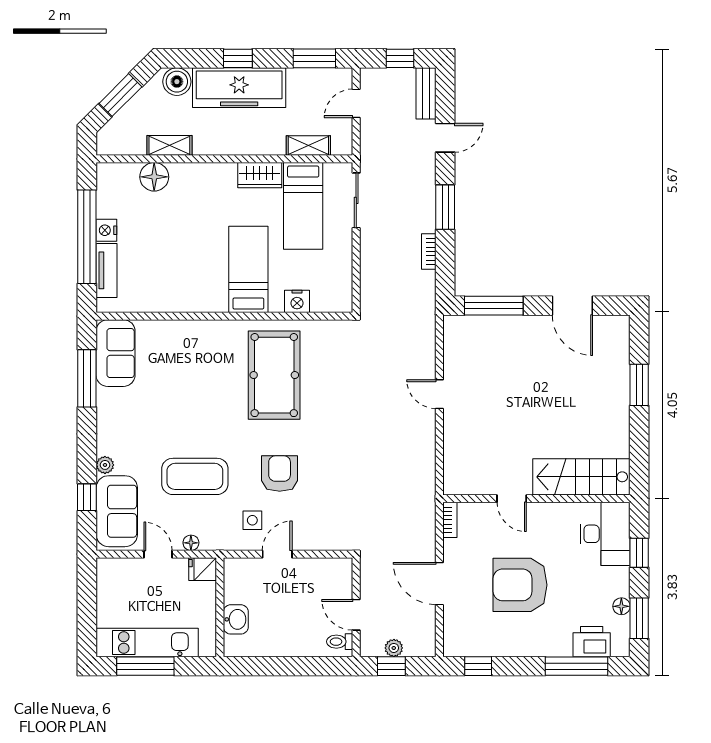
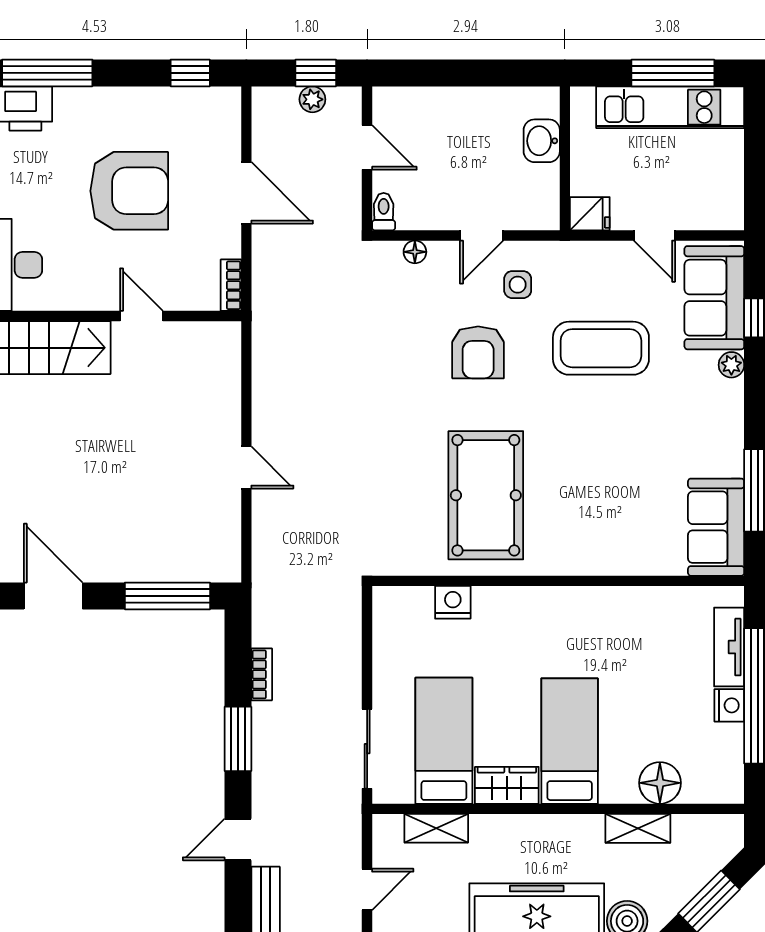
bed: (248, 269) -> (570, 741), moved, turned 180
floor lamp: (191, 543) -> (415, 252), moved
toilet: (340, 642) -> (384, 212), moved, turned -90

